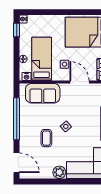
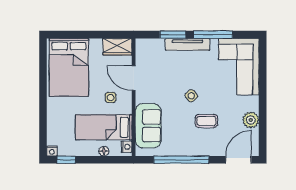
door: (79, 82) -> (134, 78), hinge flipped
plant: (59, 172) -> (251, 120), moved

